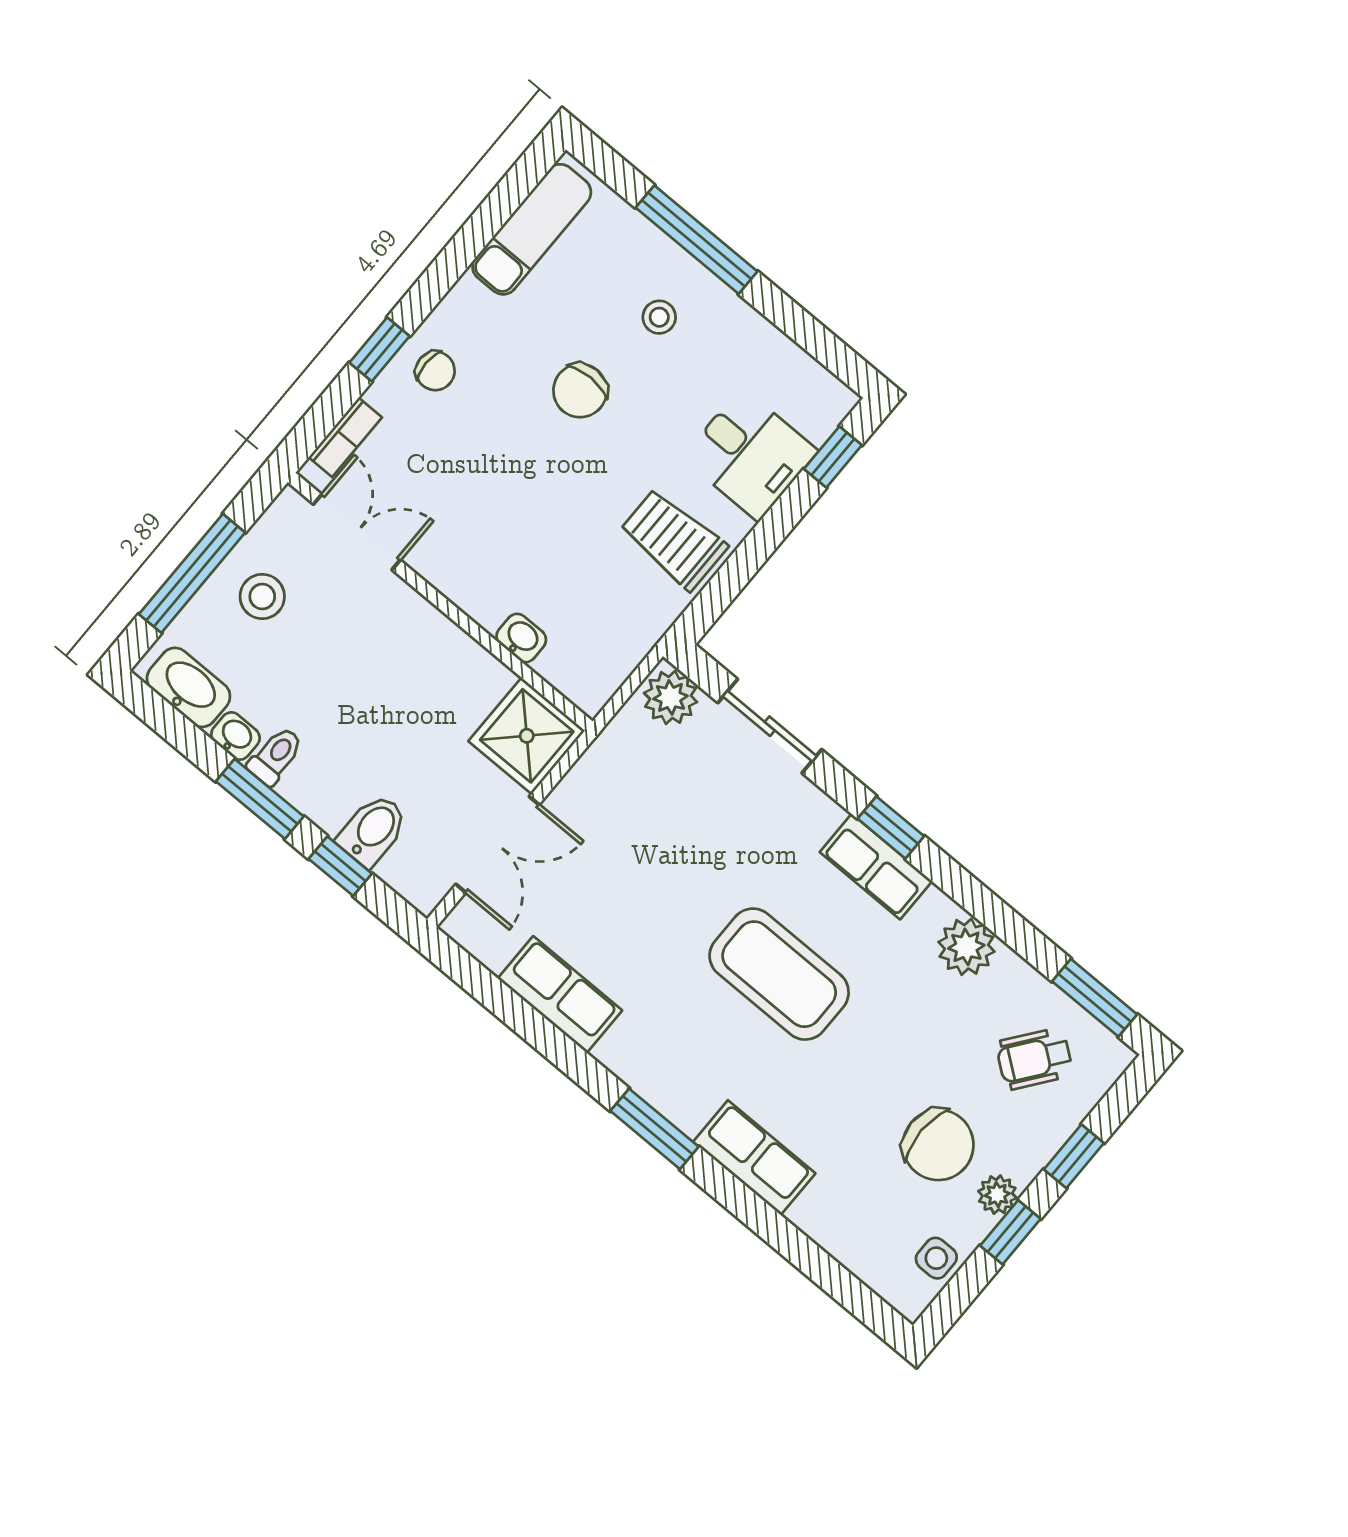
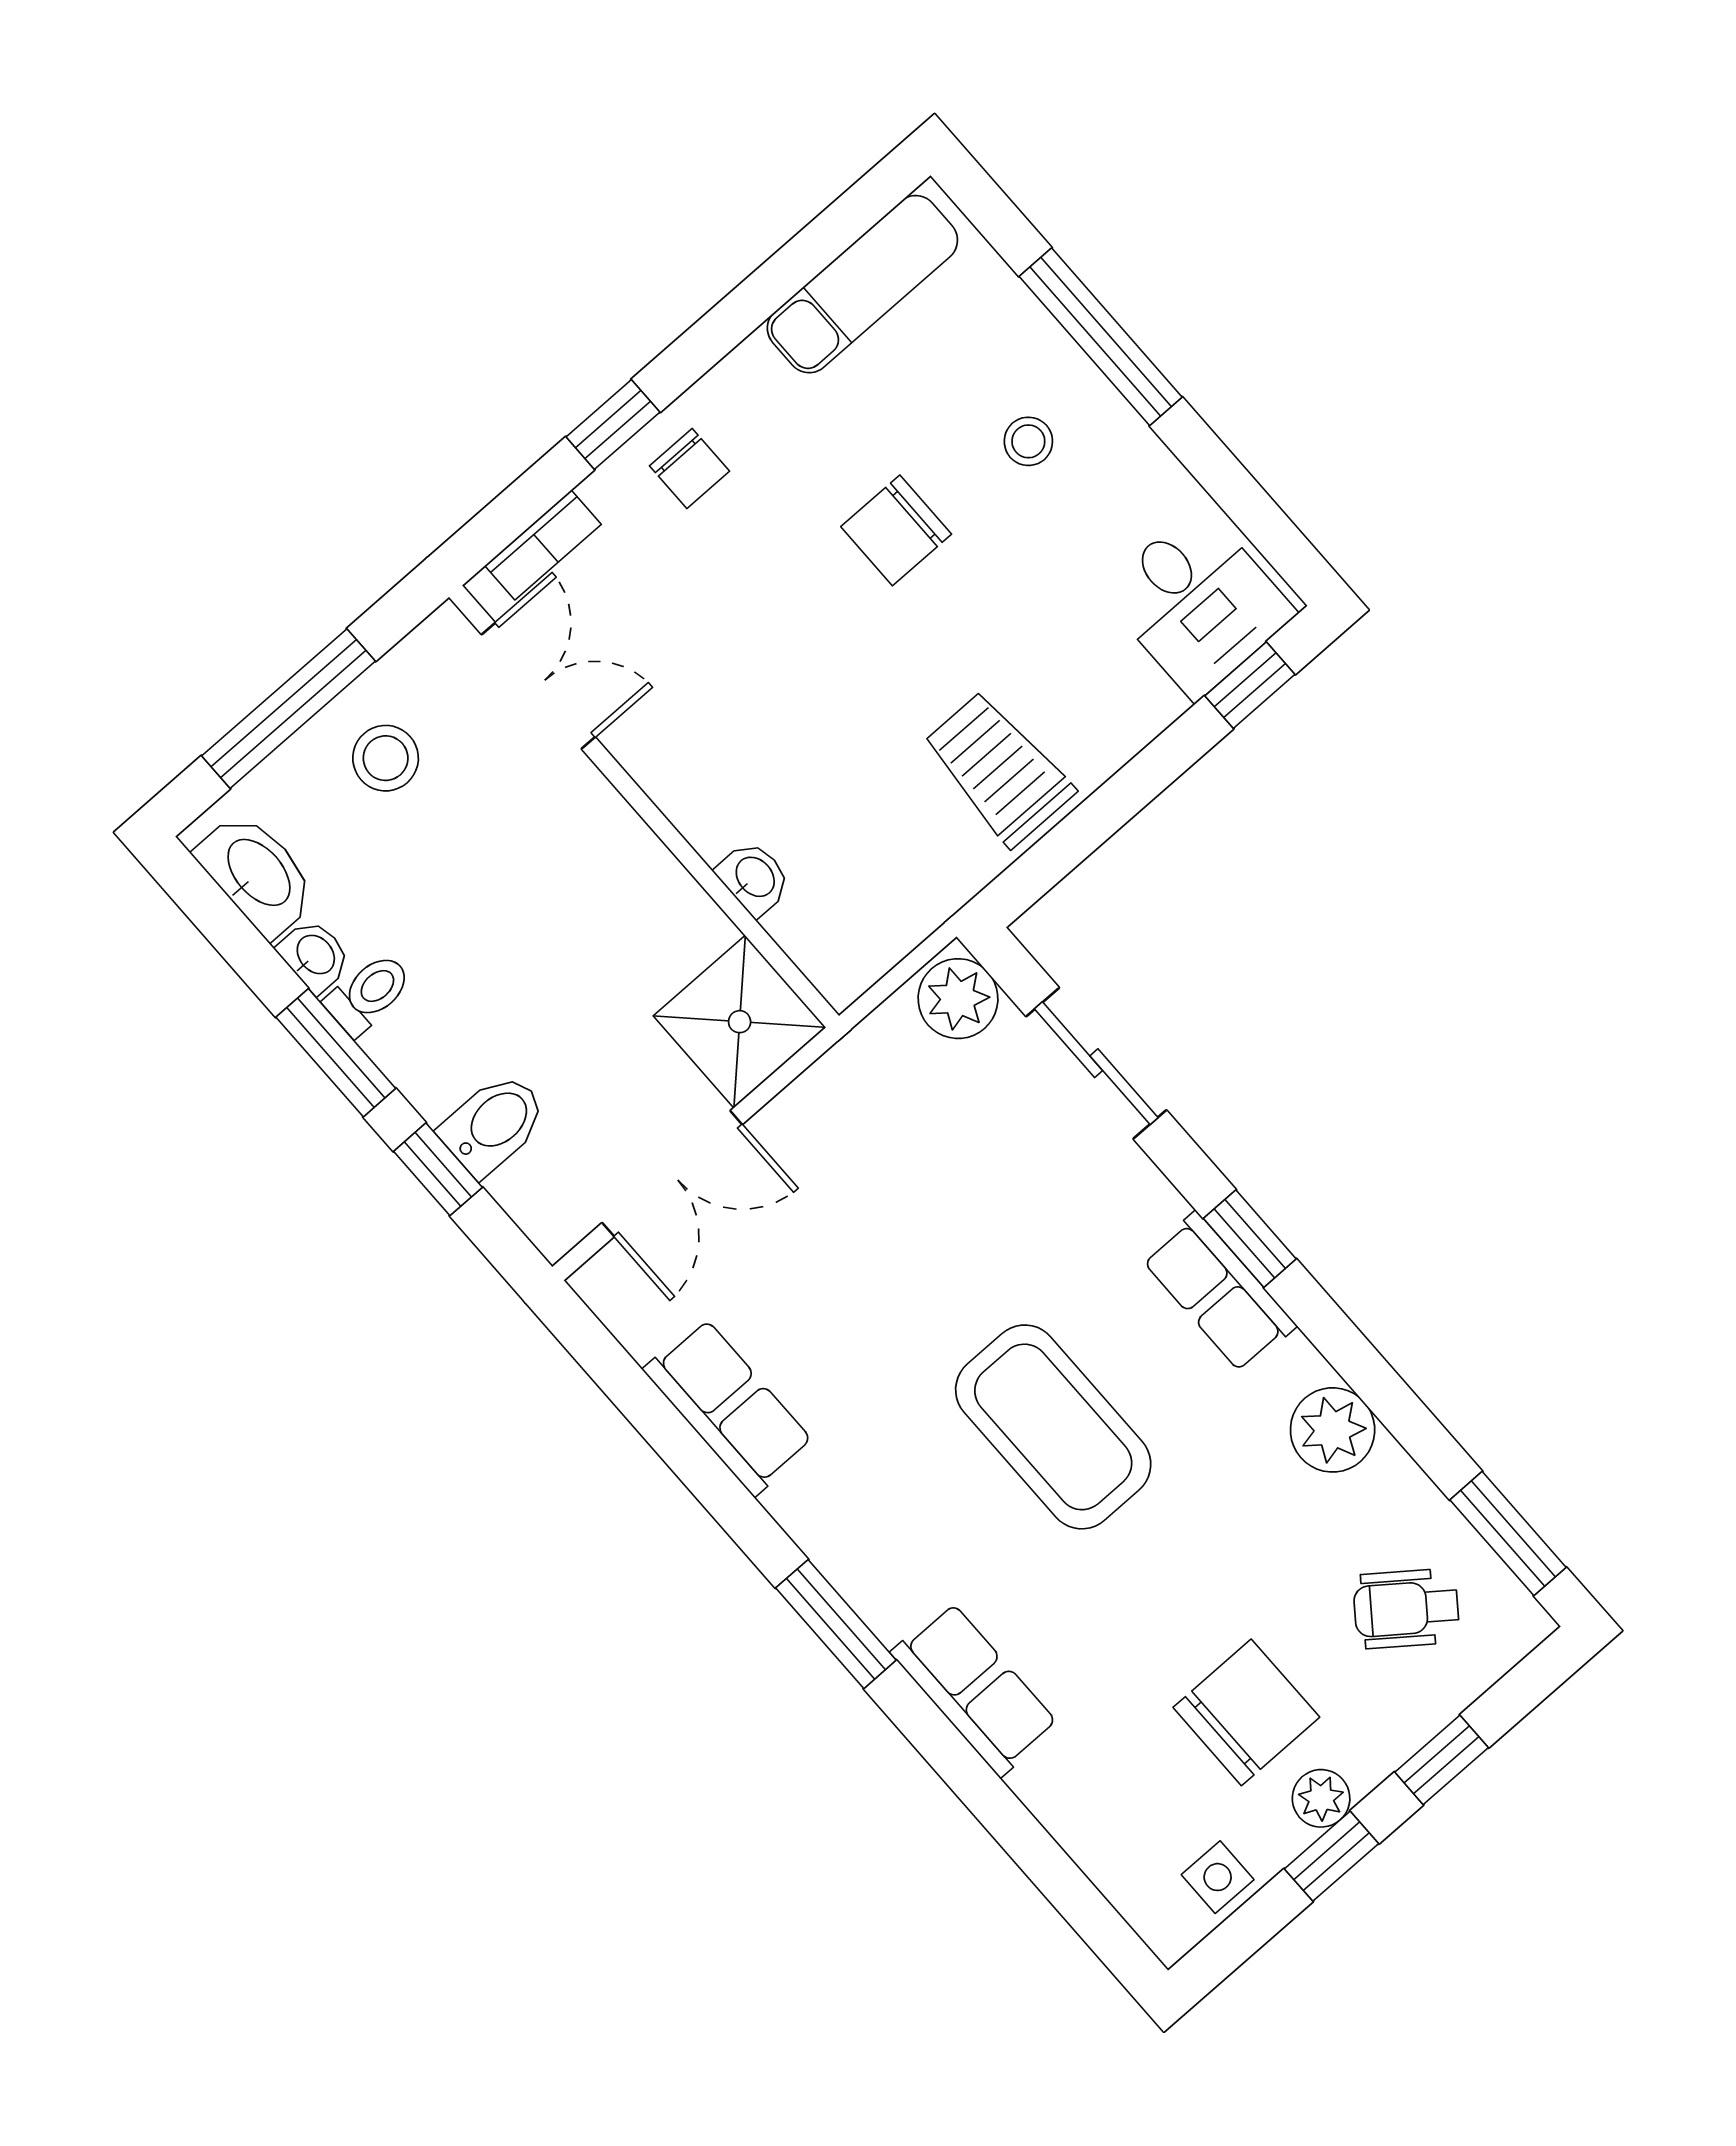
desk: (750, 454) -> (1198, 603), moved
chair: (938, 1145) -> (1246, 1712), turned -90

